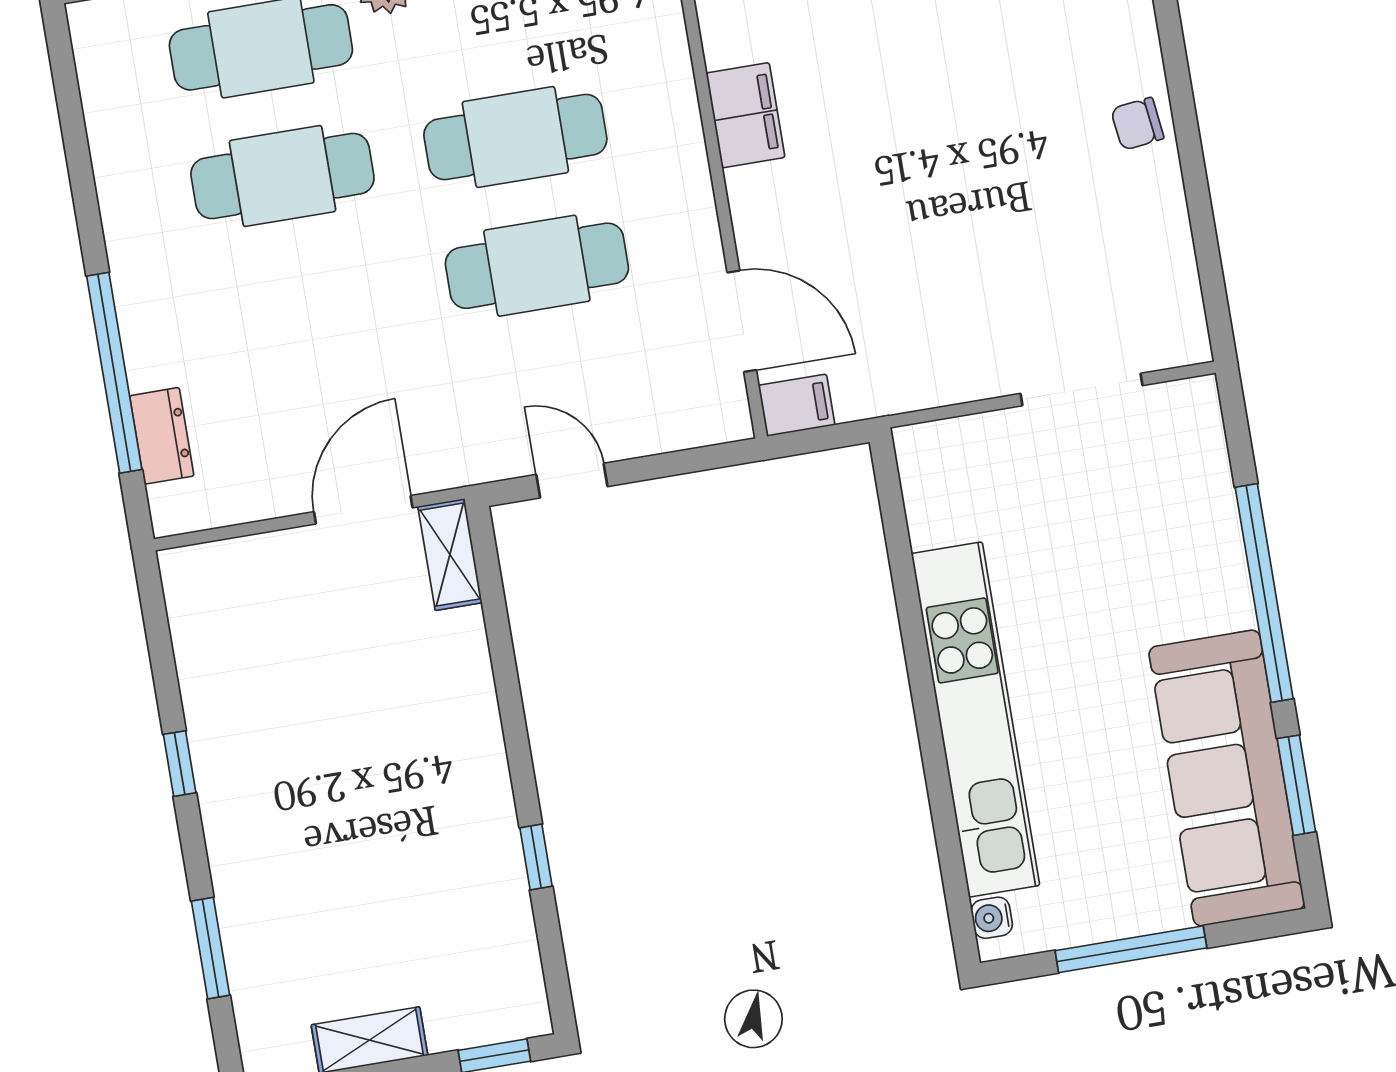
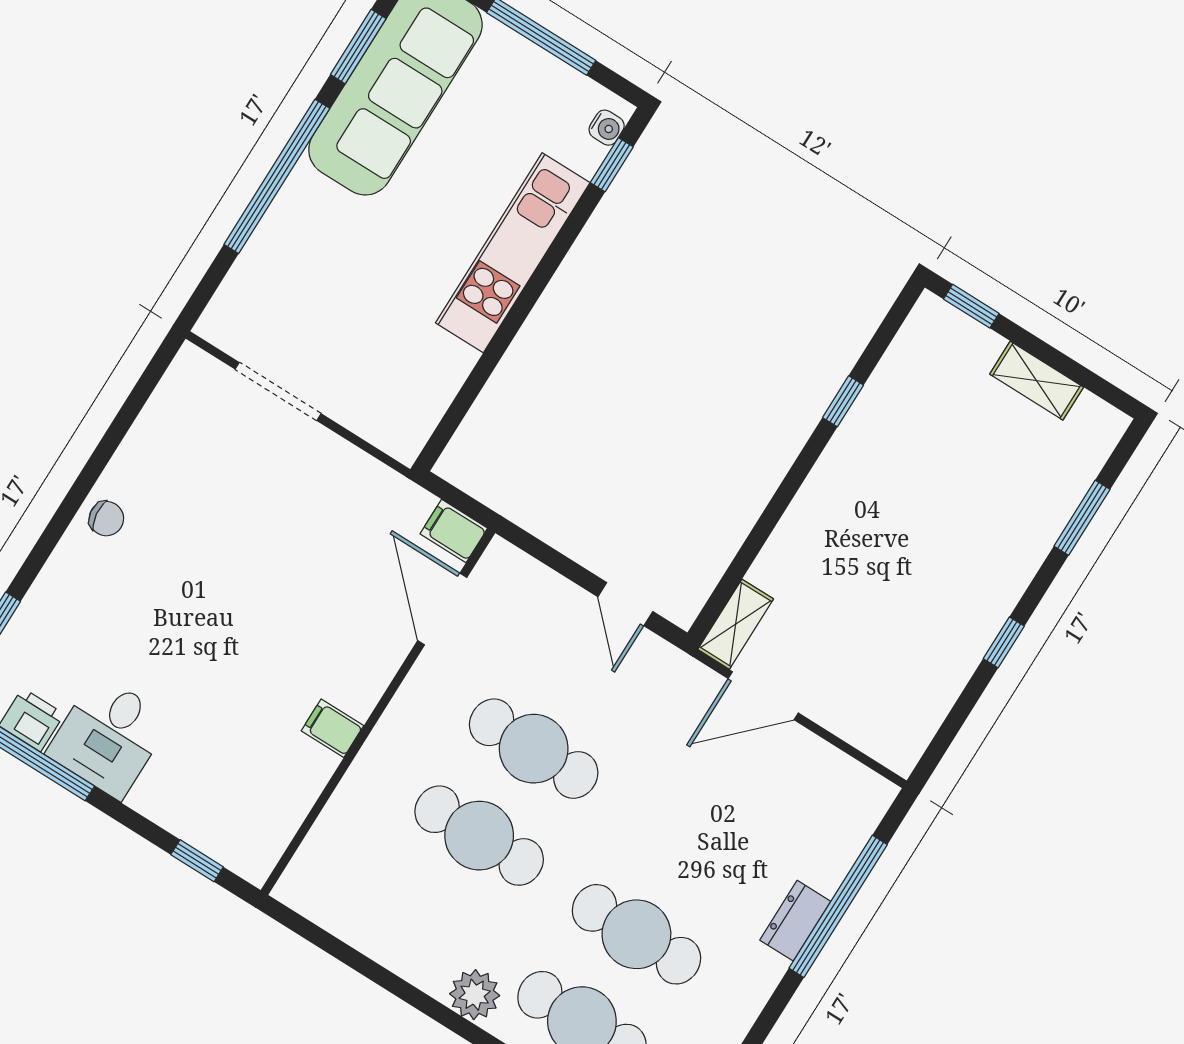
filing cabinet: (745, 115) -> (332, 728), width x0.50
dresser: (162, 436) -> (795, 921), moved
kitchen unit: (975, 719) -> (513, 253), width x0.73
window: (956, 887) -> (612, 165), added

